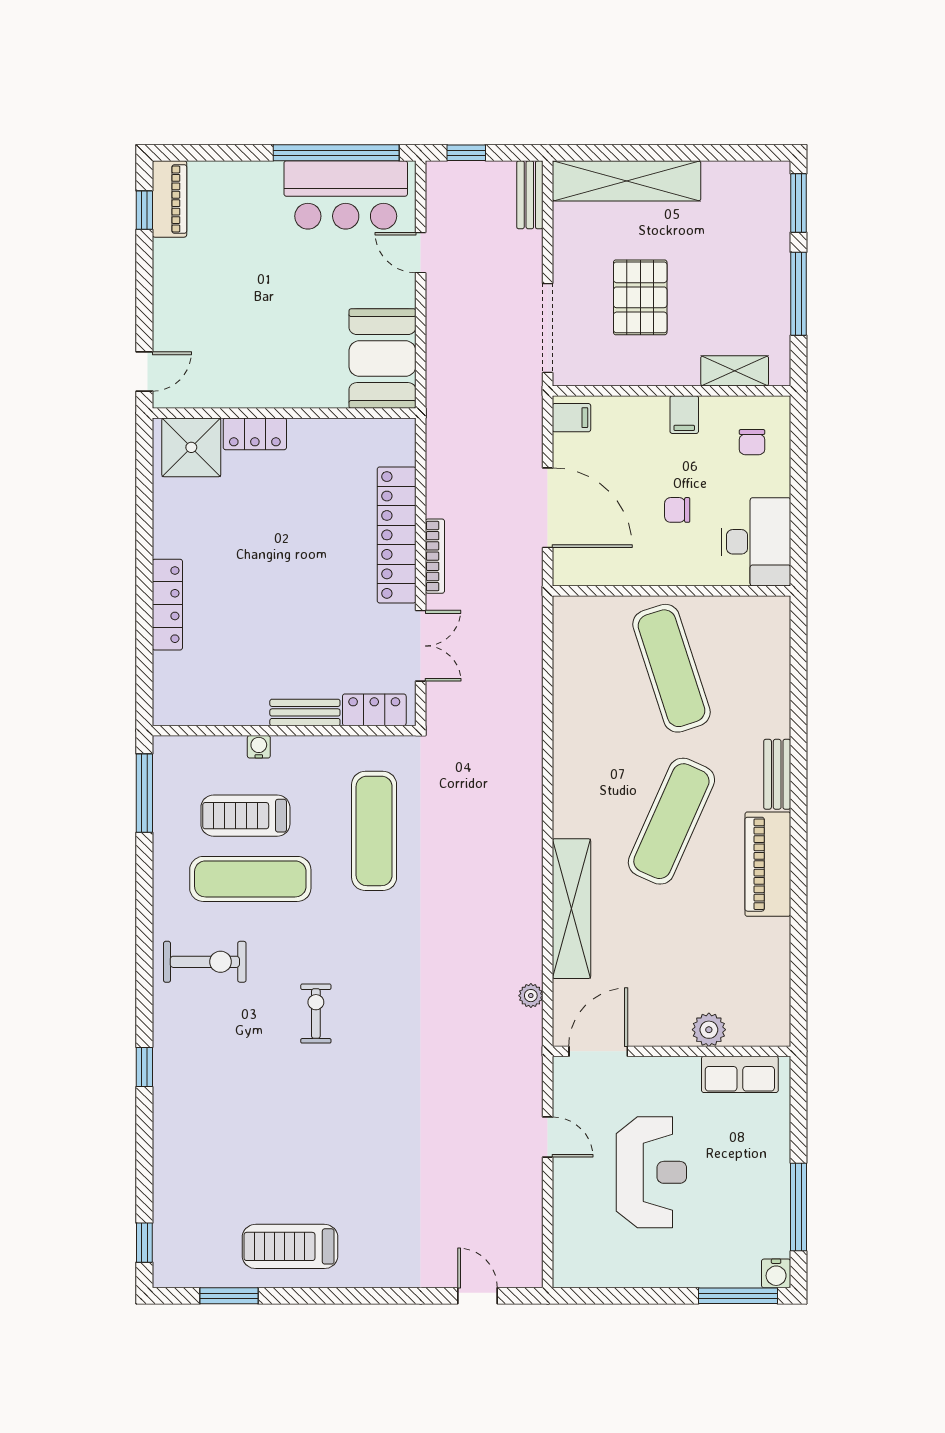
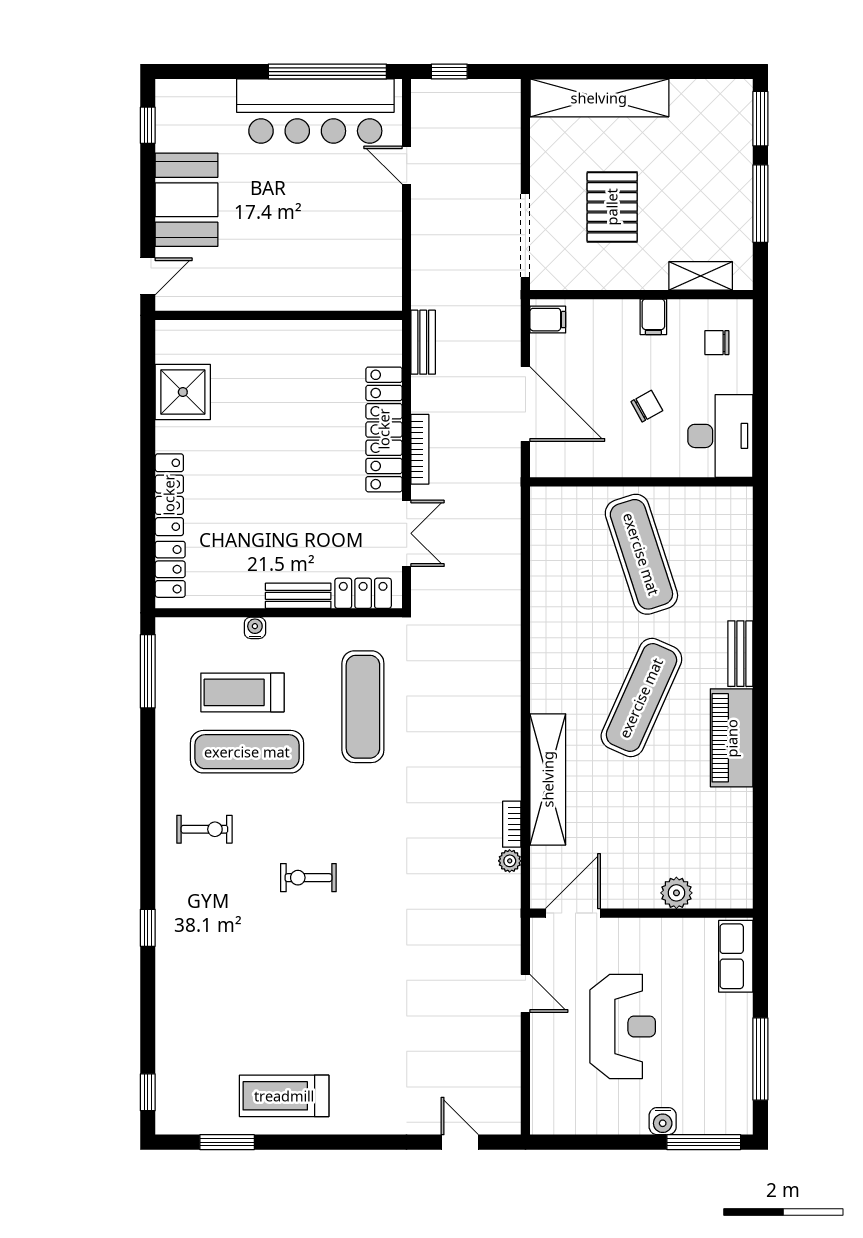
bar counter: (346, 195) -> (315, 111), width x1.36
bench: (530, 195) -> (423, 342), moved
piano: (169, 199) -> (171, 115), removed
booth: (382, 359) -> (187, 200), moved
locker: (255, 434) -> (170, 569), moved, turned -90
chair: (752, 442) -> (717, 343), turned 90
shower: (191, 447) -> (183, 392), moved
chair: (677, 510) -> (647, 406), turned 151
bookcase: (533, 956) -> (512, 824), added
exercise bike: (205, 962) -> (204, 829), width x0.73, depth x0.72
exercise bike: (316, 1013) -> (308, 878), turned -90
row of seats: (740, 1074) -> (736, 956), moved, turned 90
water cooler: (776, 1273) -> (663, 1121), moved

